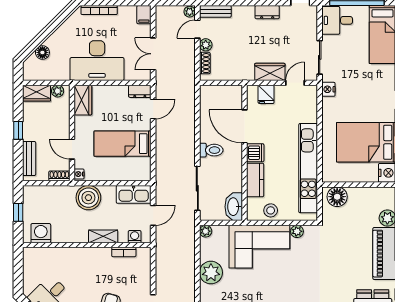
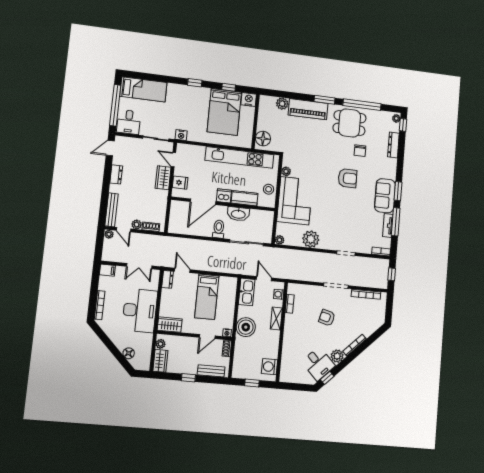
bench: (215, 11) -> (112, 210), width x1.36
washbasin: (234, 207) -> (238, 214), moved

